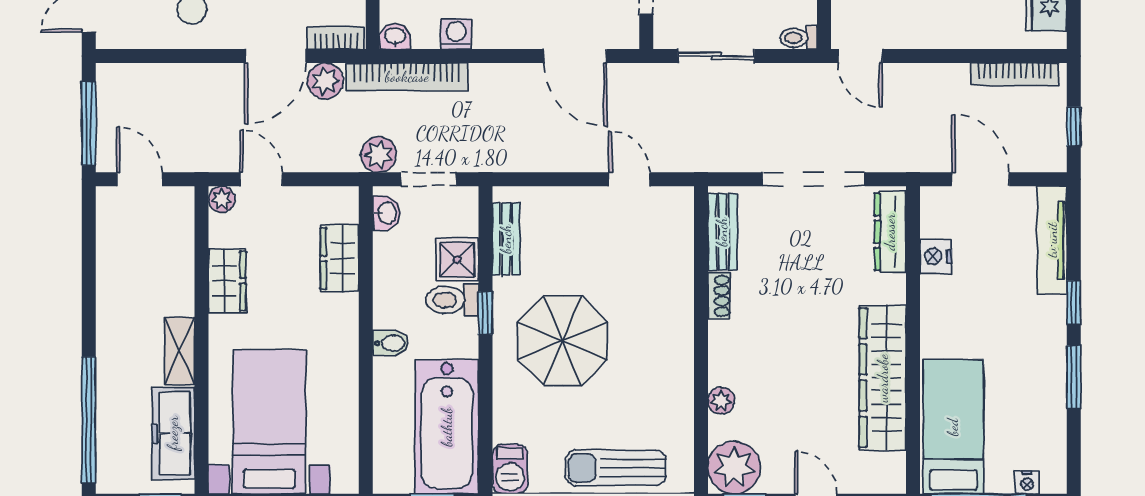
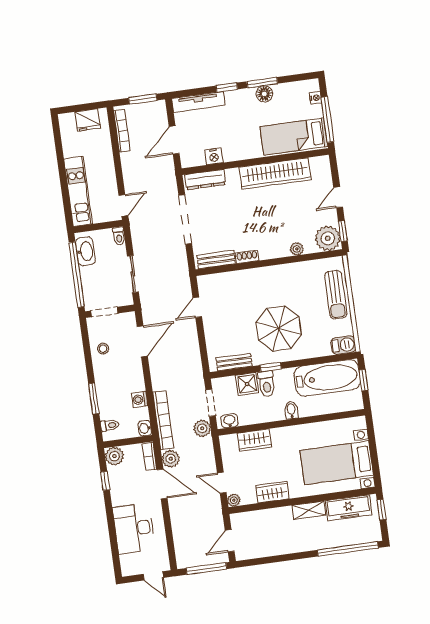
window: (1074, 126) -> (143, 99), width x1.50
door: (261, 179) -> (222, 483), hinge flipped
floor lamp: (1050, 378) -> (264, 94), added

